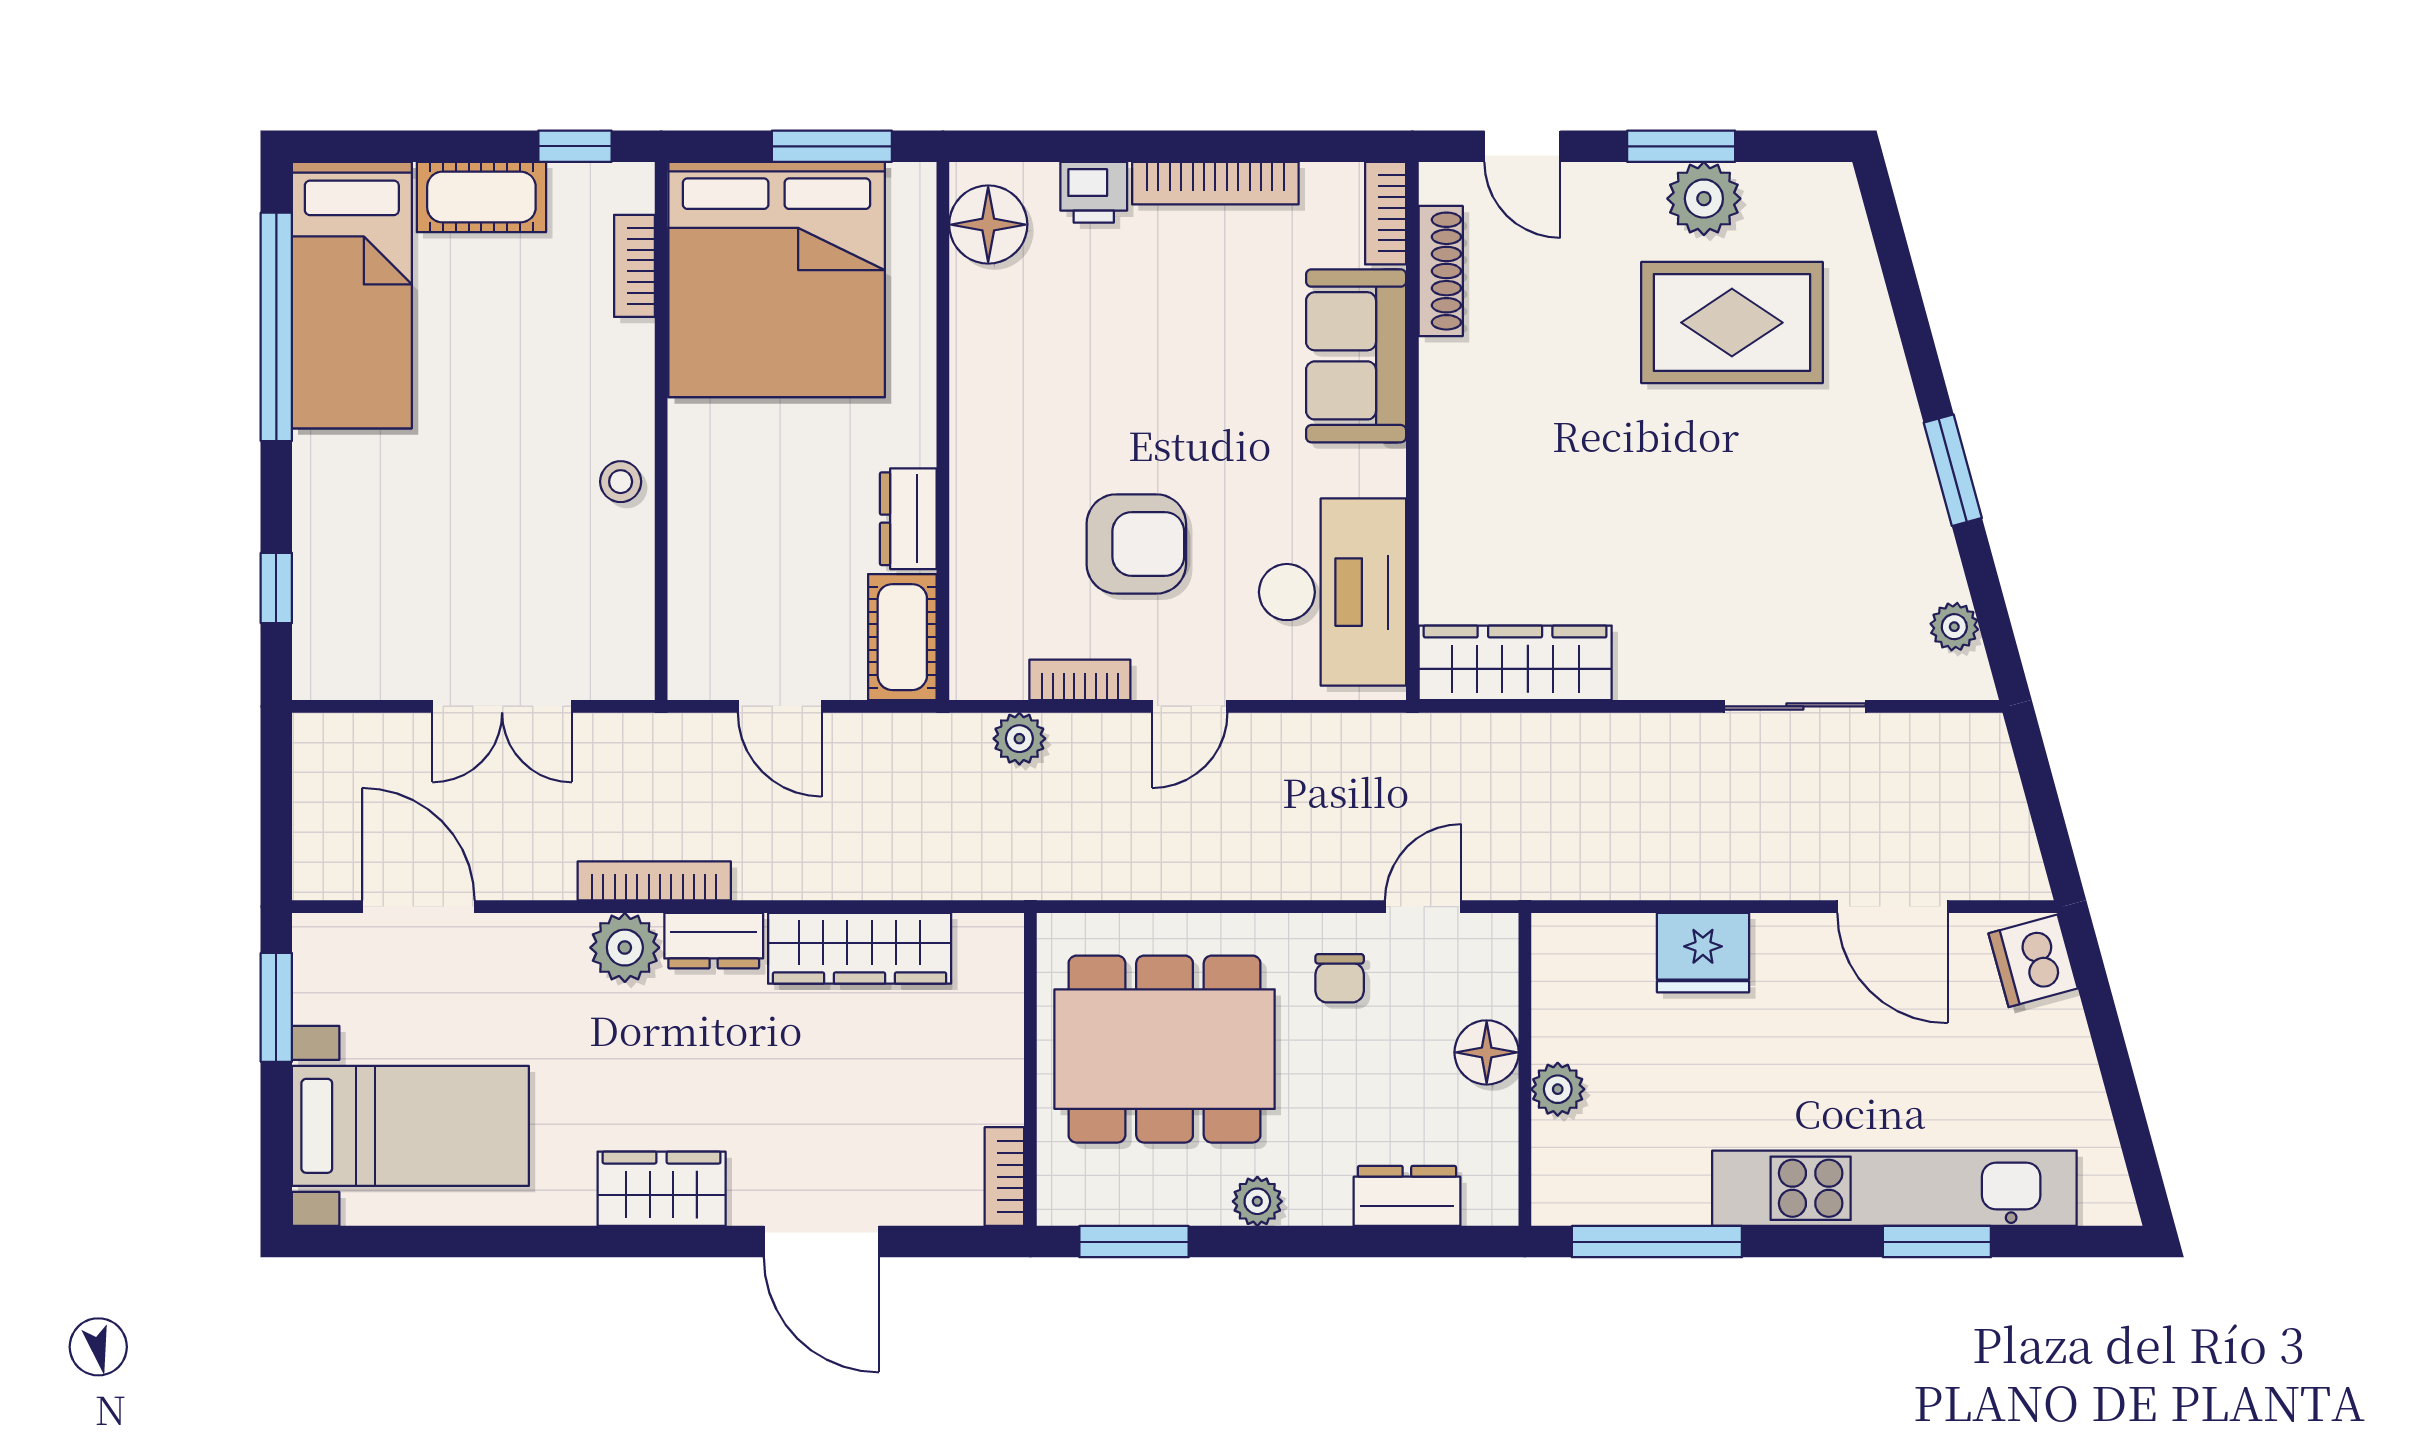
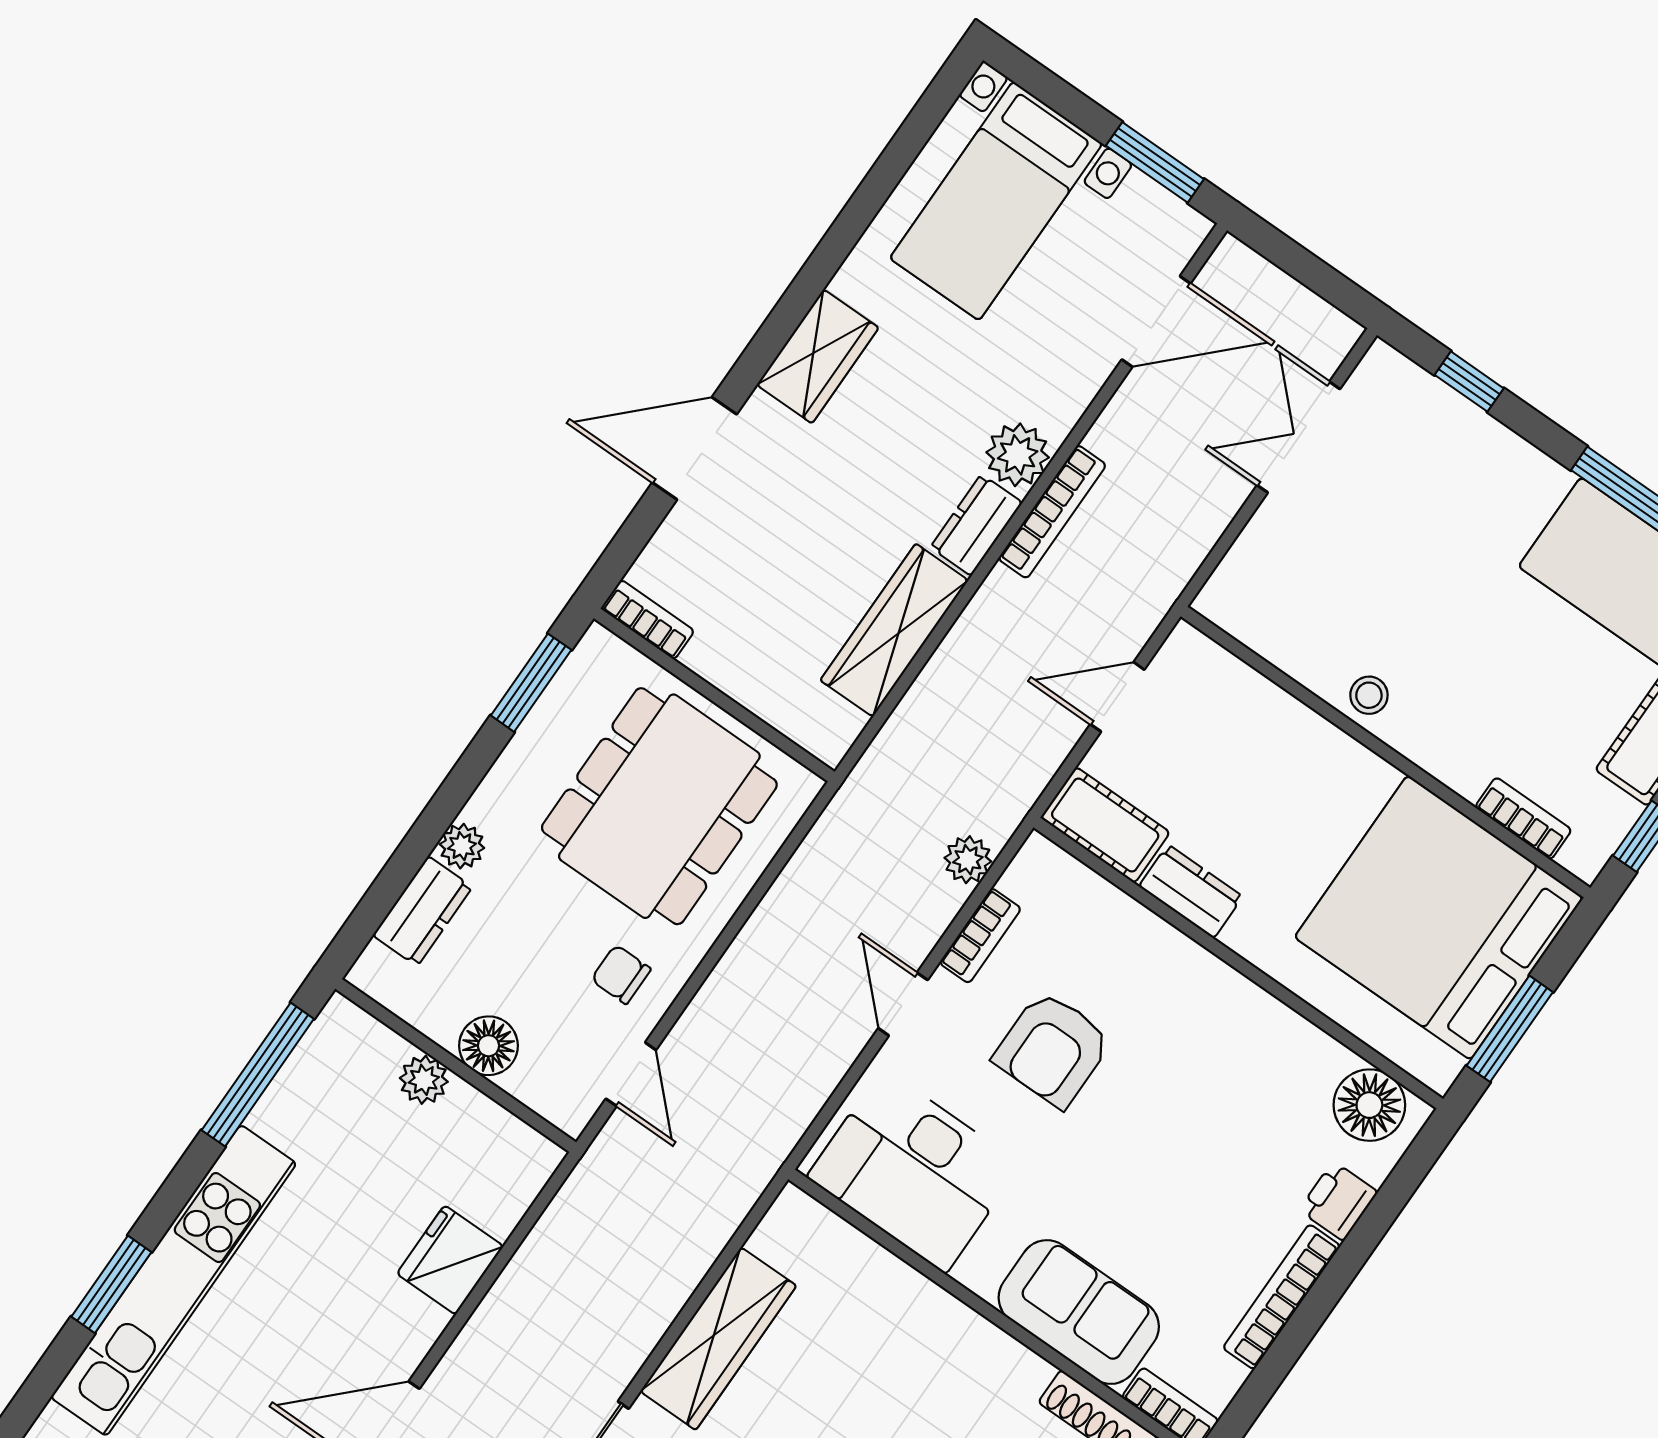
wardrobe: (1515, 663) -> (718, 1339), moved
double door: (502, 706) -> (1299, 437), moved
plant: (1257, 1201) -> (462, 846), moved

